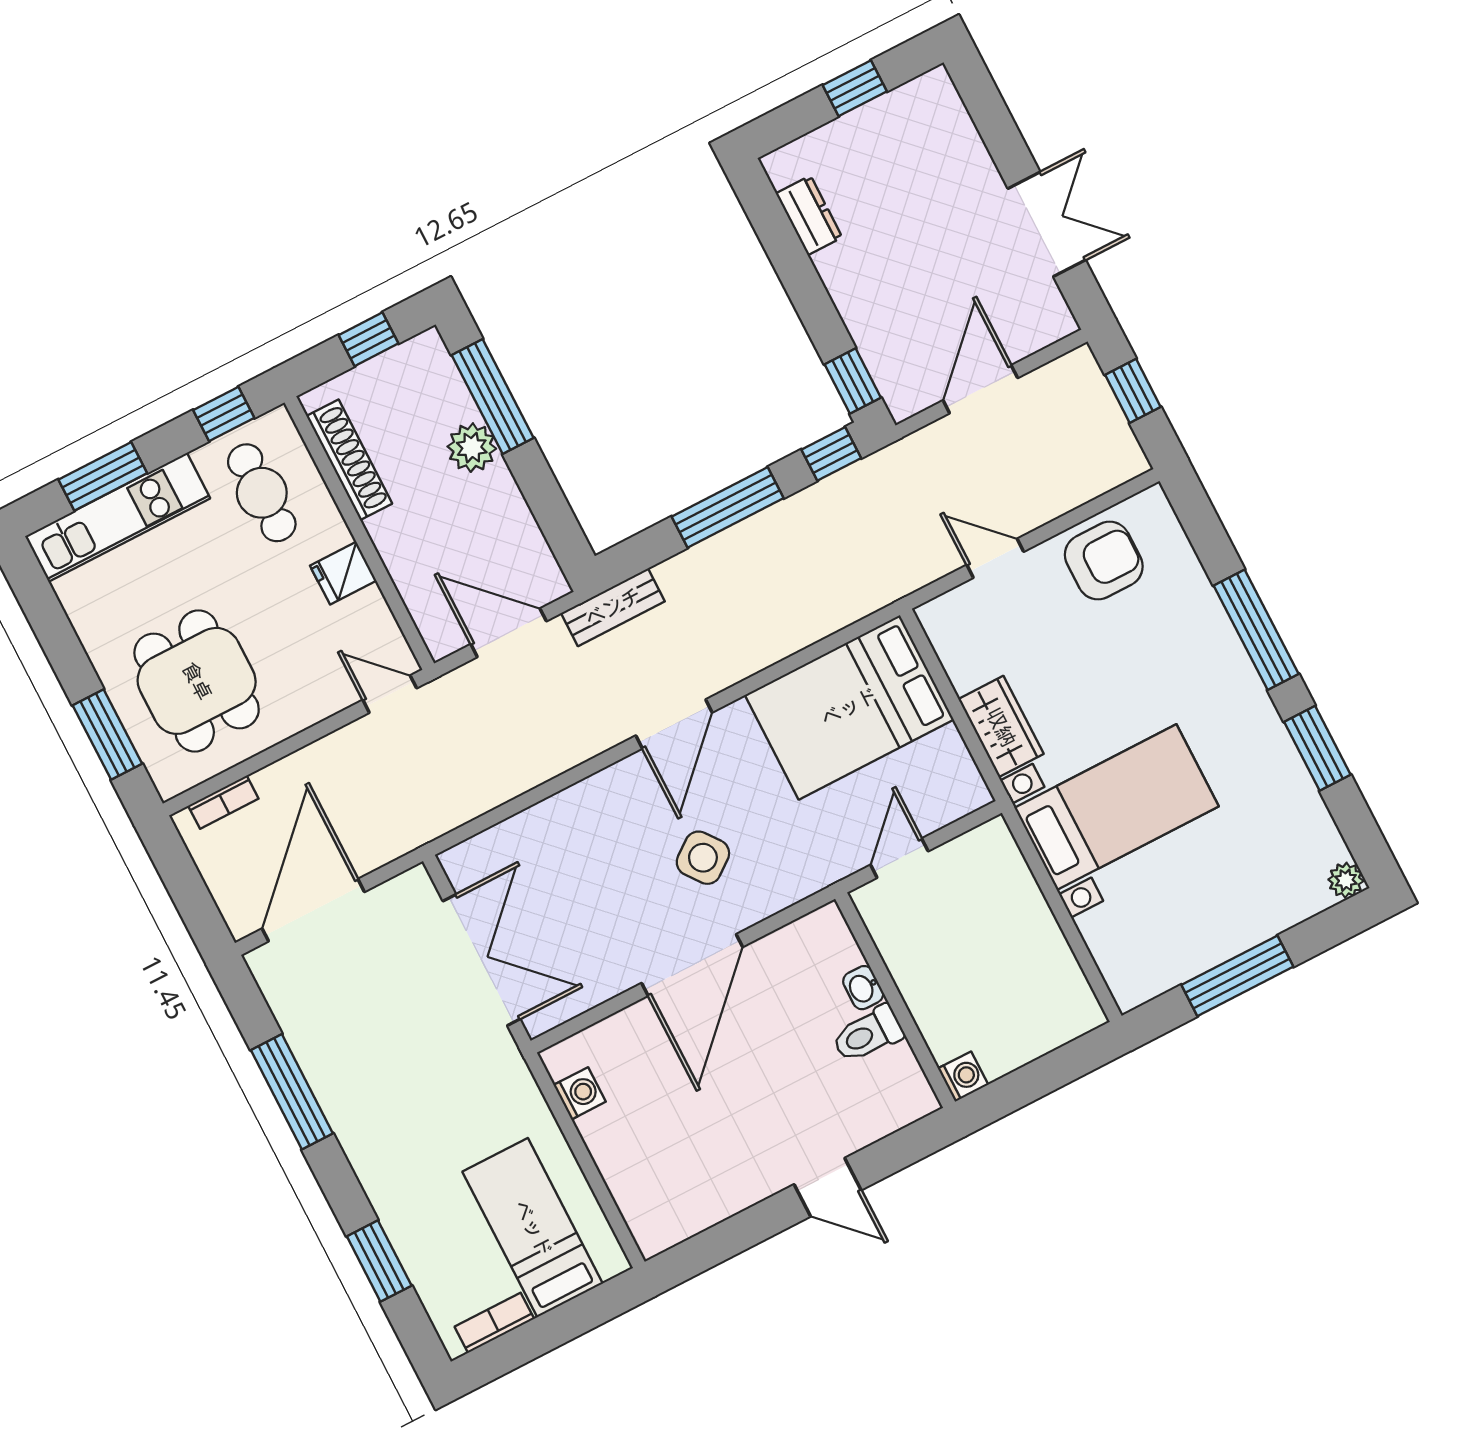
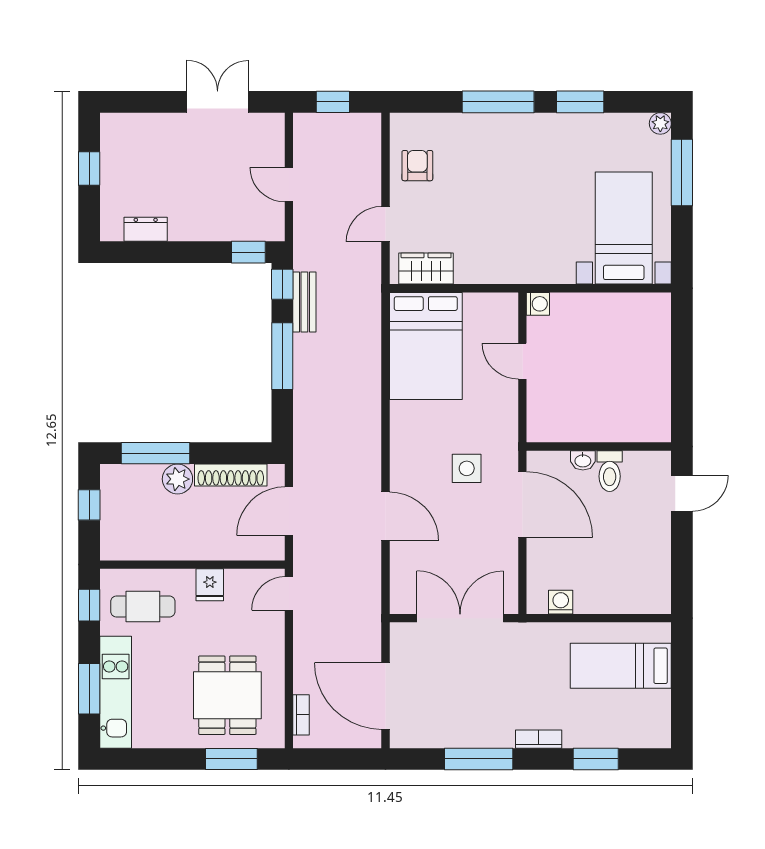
door: (980, 389) -> (289, 185), width x0.73
shoe rack: (349, 460) -> (231, 475), moved, turned 180
armchair: (1104, 561) -> (417, 166), width x0.72, depth x0.72
bench: (613, 607) -> (304, 302), moved
dining table: (197, 681) -> (227, 695), turned 90
door: (674, 724) -> (385, 516), moved
wardrobe: (1001, 727) -> (426, 269), moved
bed with nightstands: (1117, 807) -> (624, 228), moved
side table: (703, 858) -> (467, 468), turned 37
window: (1237, 976) -> (682, 173), moved
washbasin: (863, 988) -> (583, 460), moved
wall: (895, 1000) -> (599, 447), moved
toilet: (868, 1034) -> (610, 471), moved
washing machine: (963, 1077) -> (538, 304), moved, turned 90
bookcase: (494, 1323) -> (539, 739), moved, turned 90

